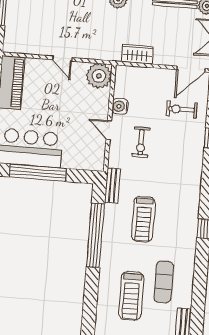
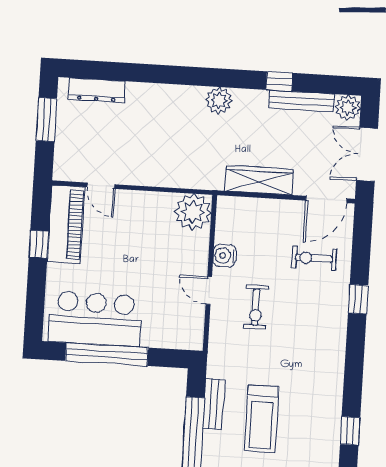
wardrobe: (137, 54) -> (259, 180), width x1.50
door: (62, 59) -> (101, 186), moved
bench: (113, 186) -> (214, 404), moved

